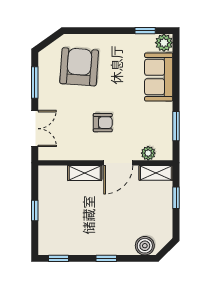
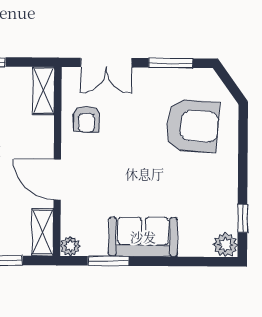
sofa: (159, 77) -> (143, 237), moved
armchair: (103, 123) -> (86, 119), moved
plant: (148, 153) -> (70, 246), moved
shelving: (85, 173) -> (44, 91), moved

